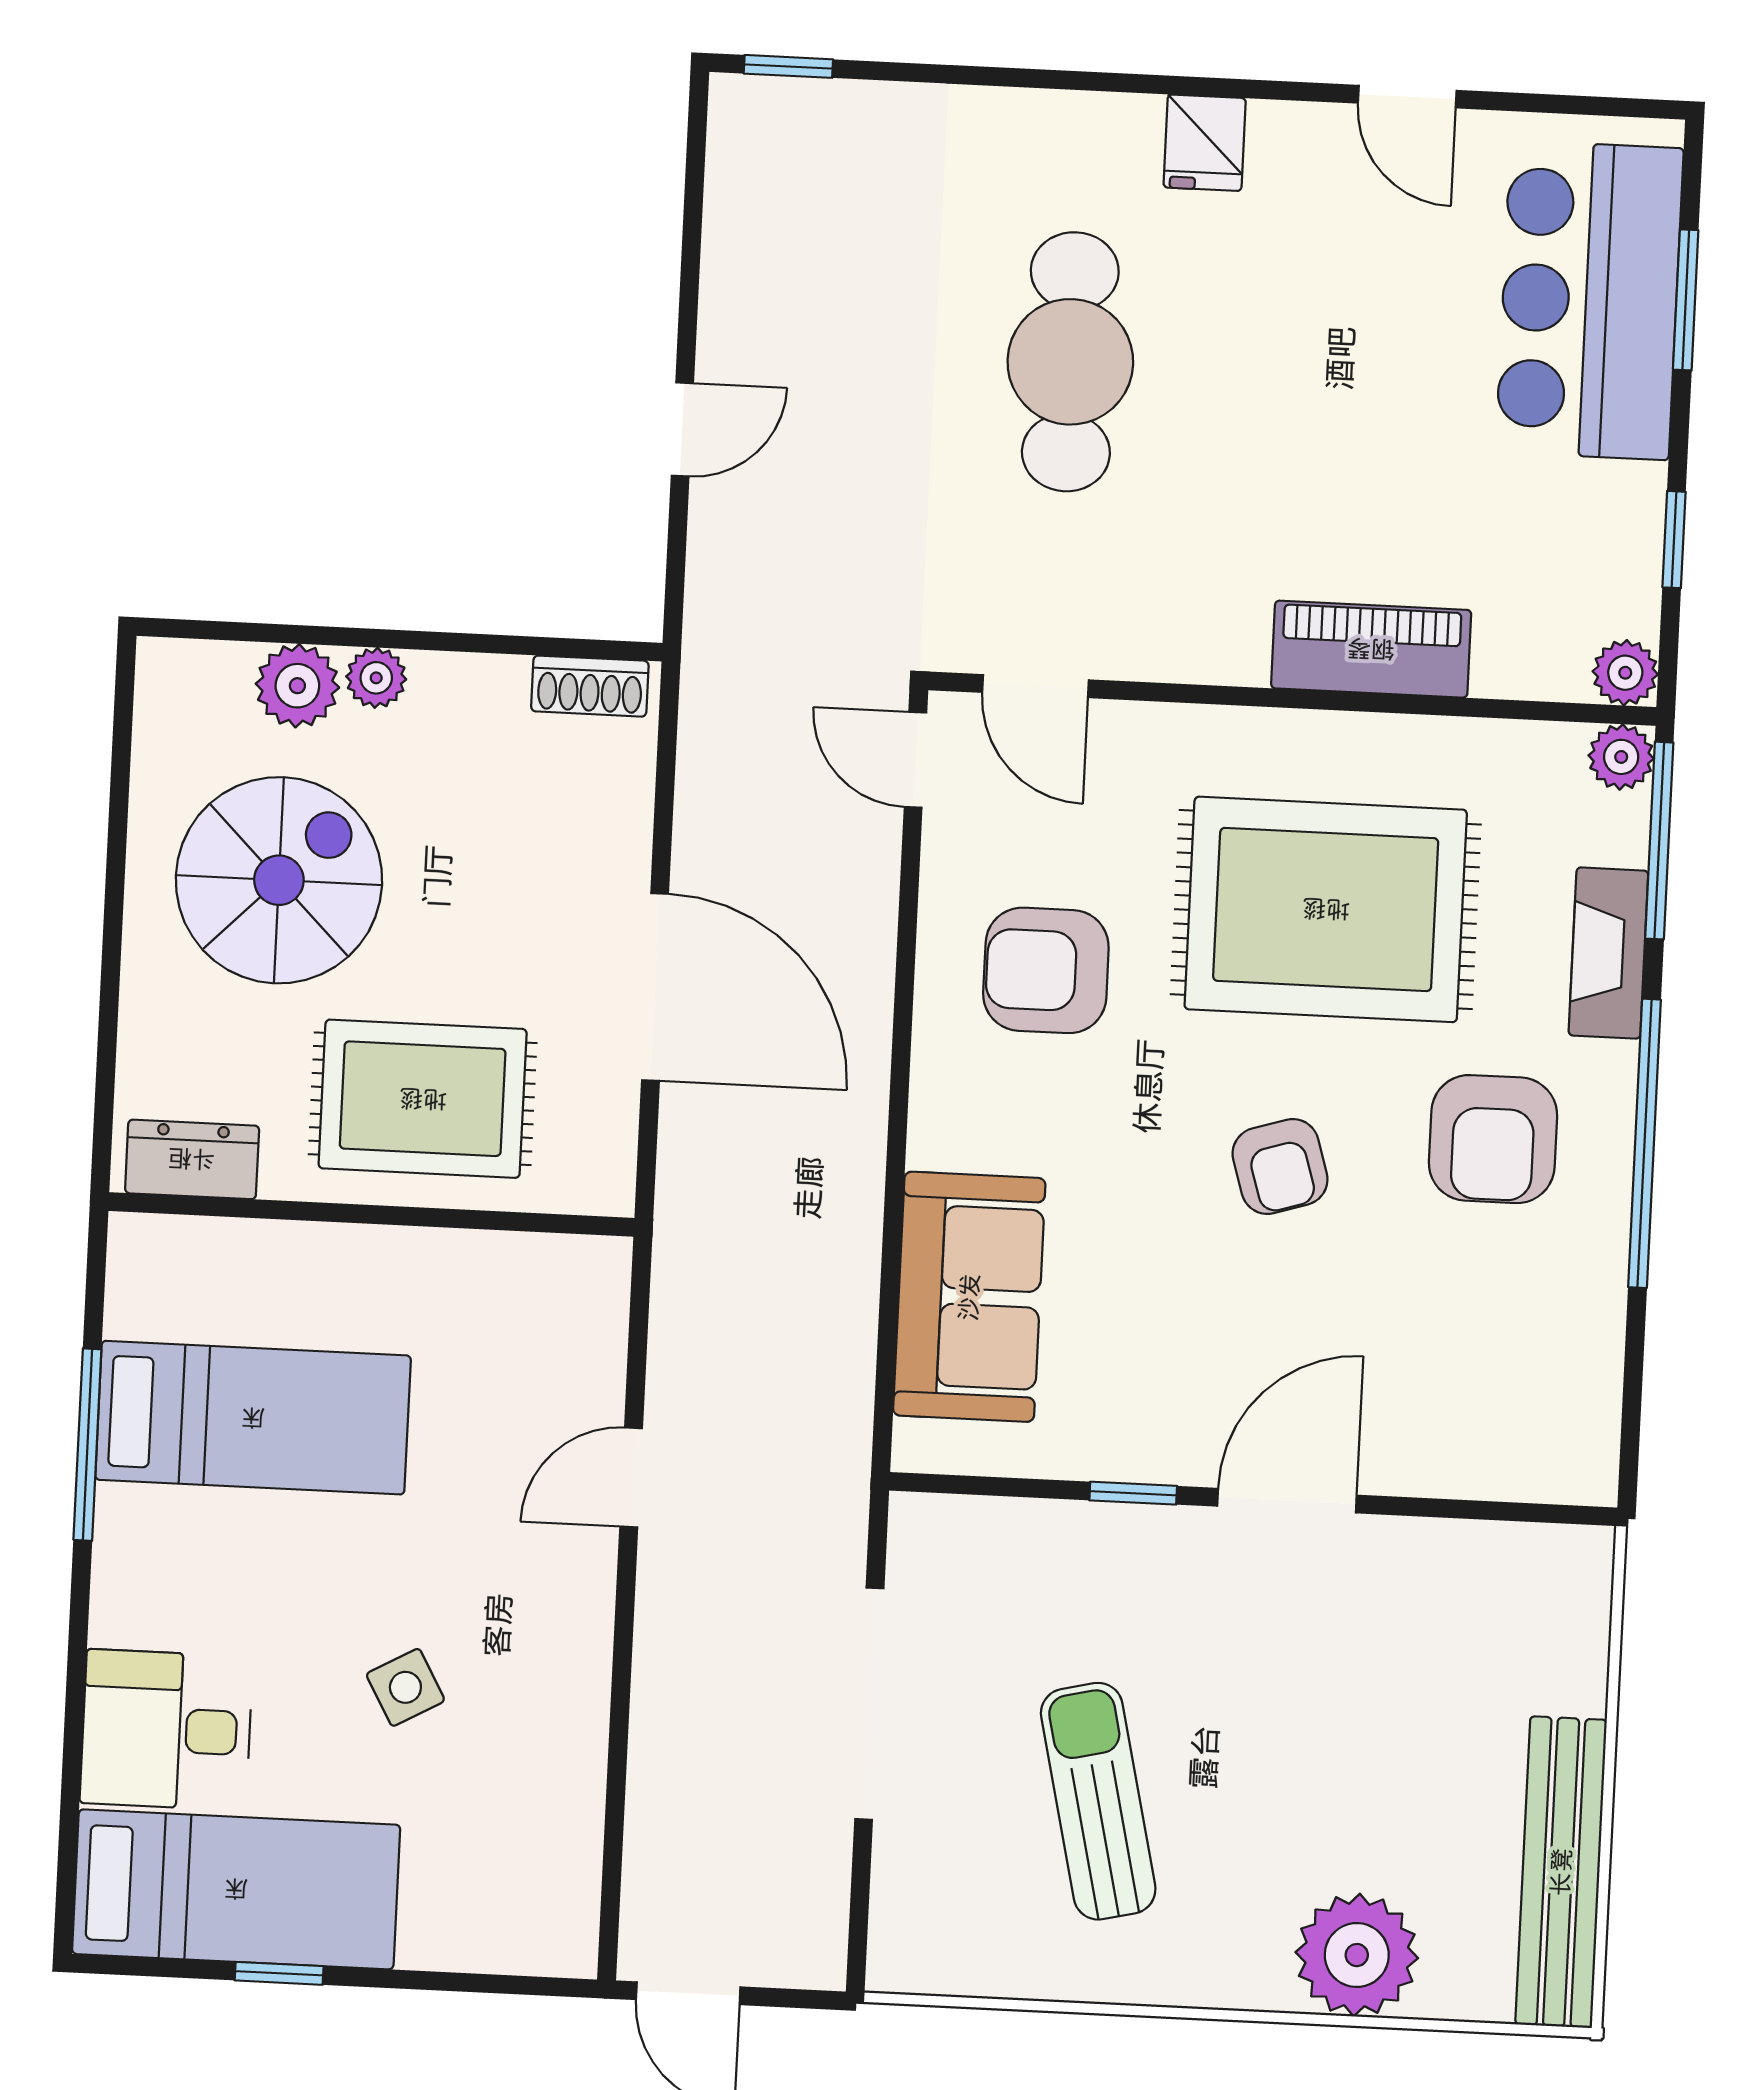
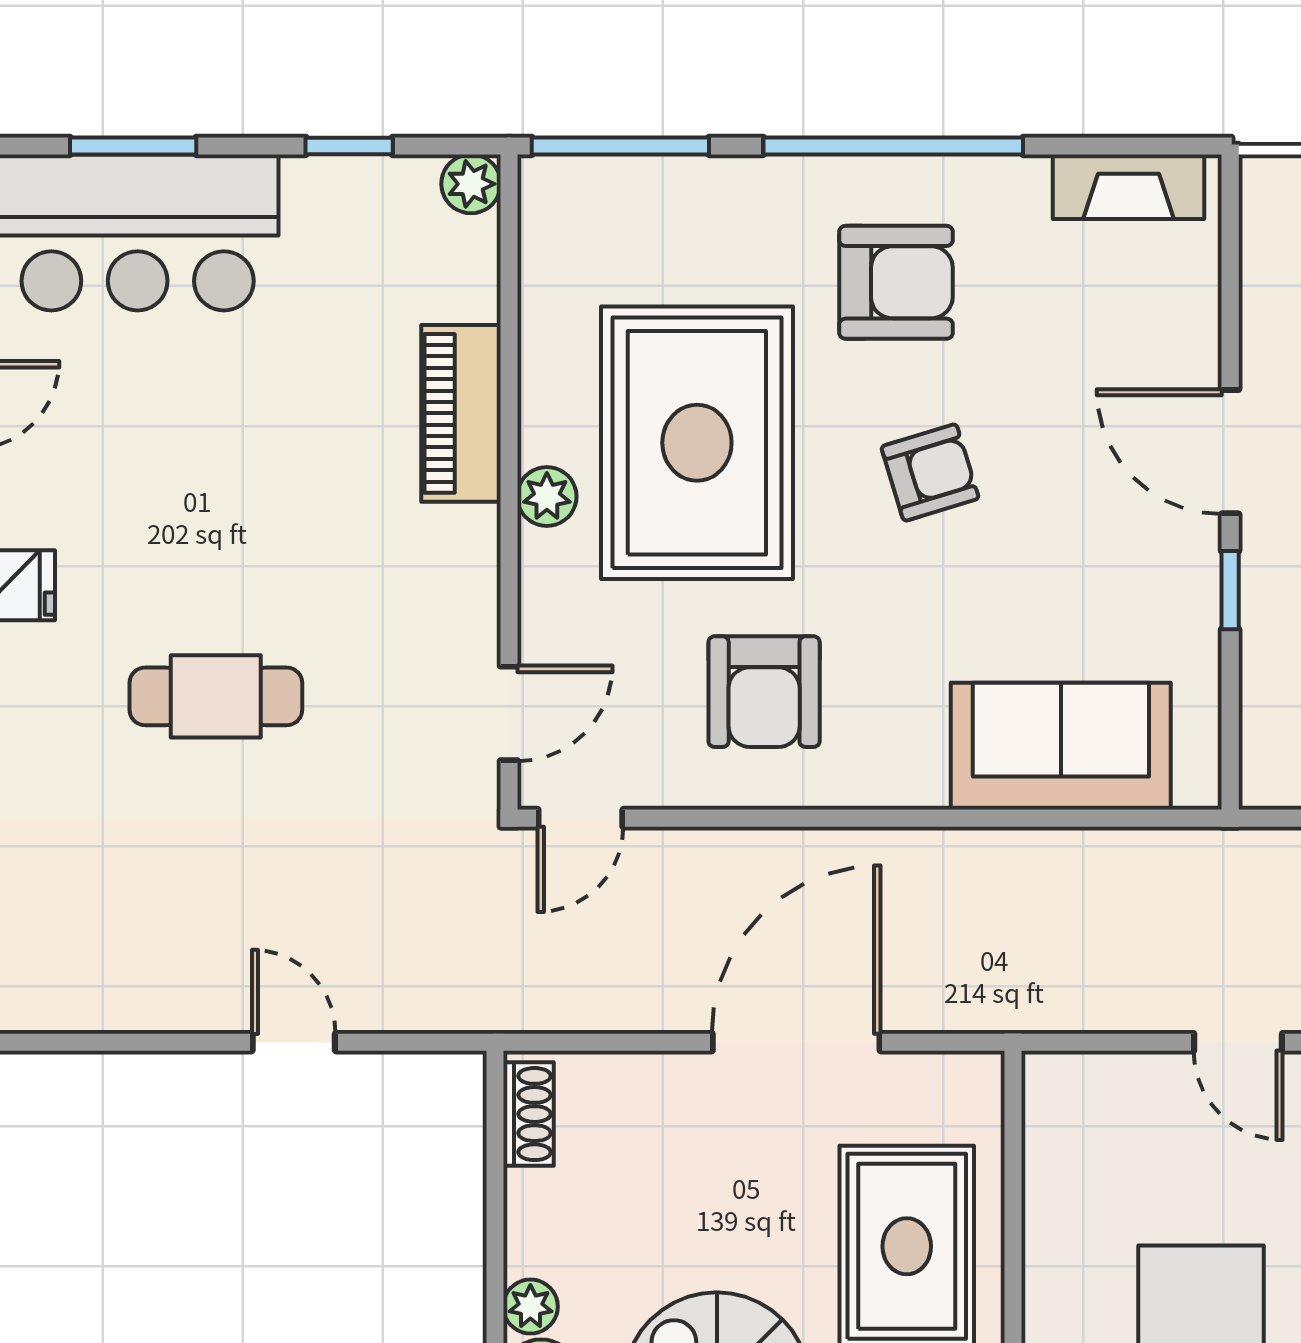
cafe table: (1070, 362) -> (216, 696), width x0.73, depth x0.74
plant: (1621, 757) -> (547, 496), moved
fireplace: (1608, 953) -> (1128, 187), moved

